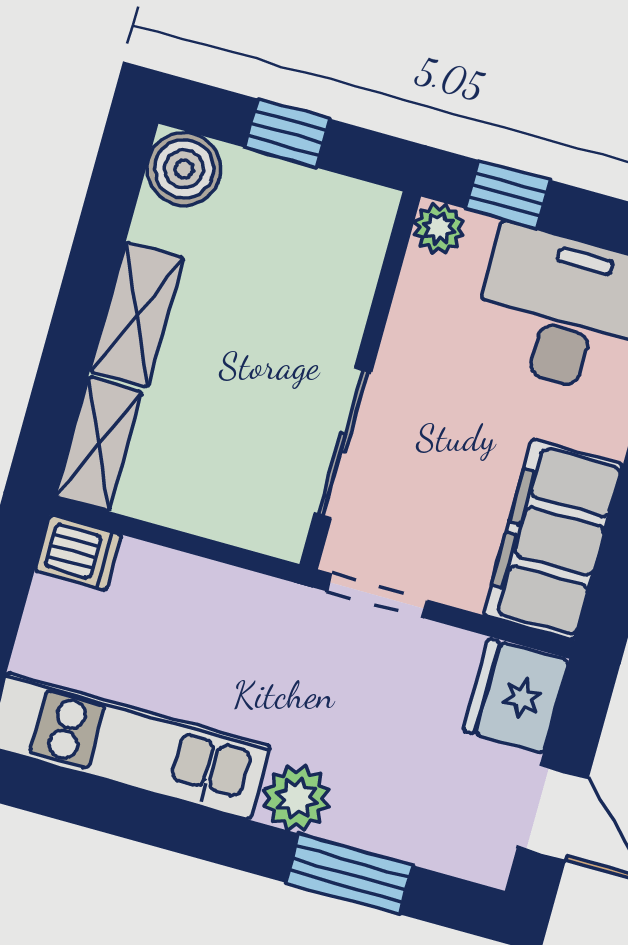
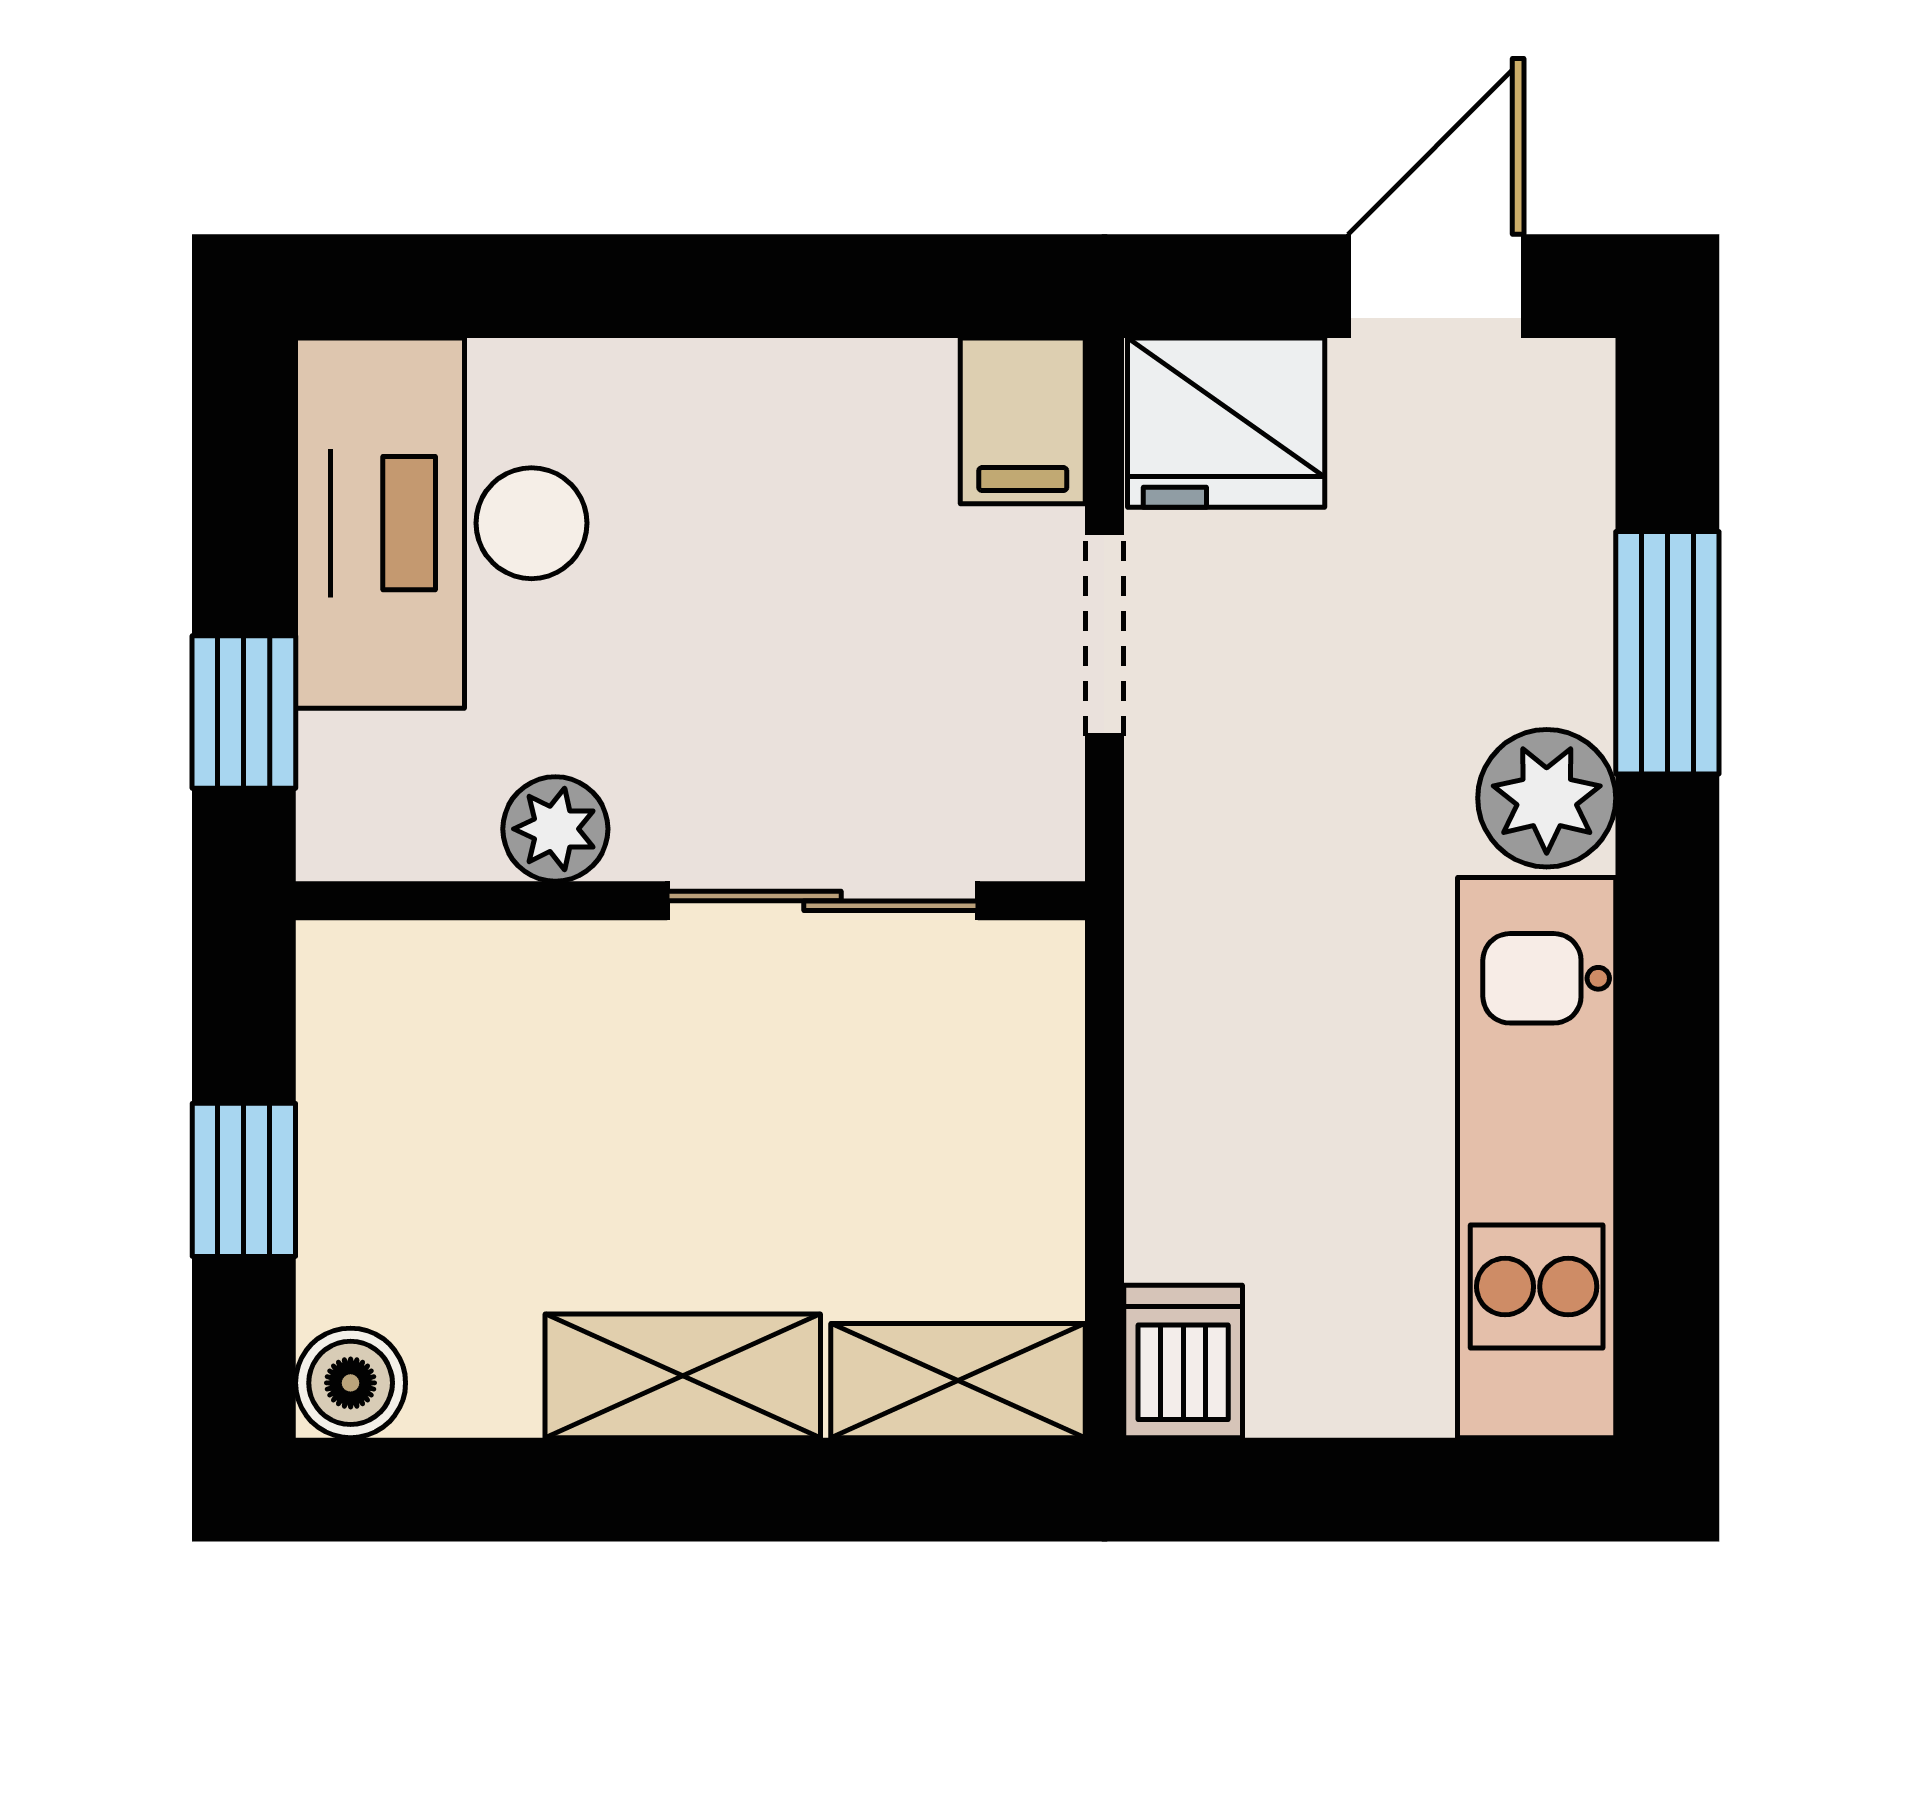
boiler: (184, 169) -> (351, 1383), width x0.73, depth x0.73
plant: (439, 228) -> (555, 829), moved
filing cabinet: (553, 539) -> (1023, 421), width x0.33, depth x0.86
doorway: (377, 596) -> (1104, 634), moved

